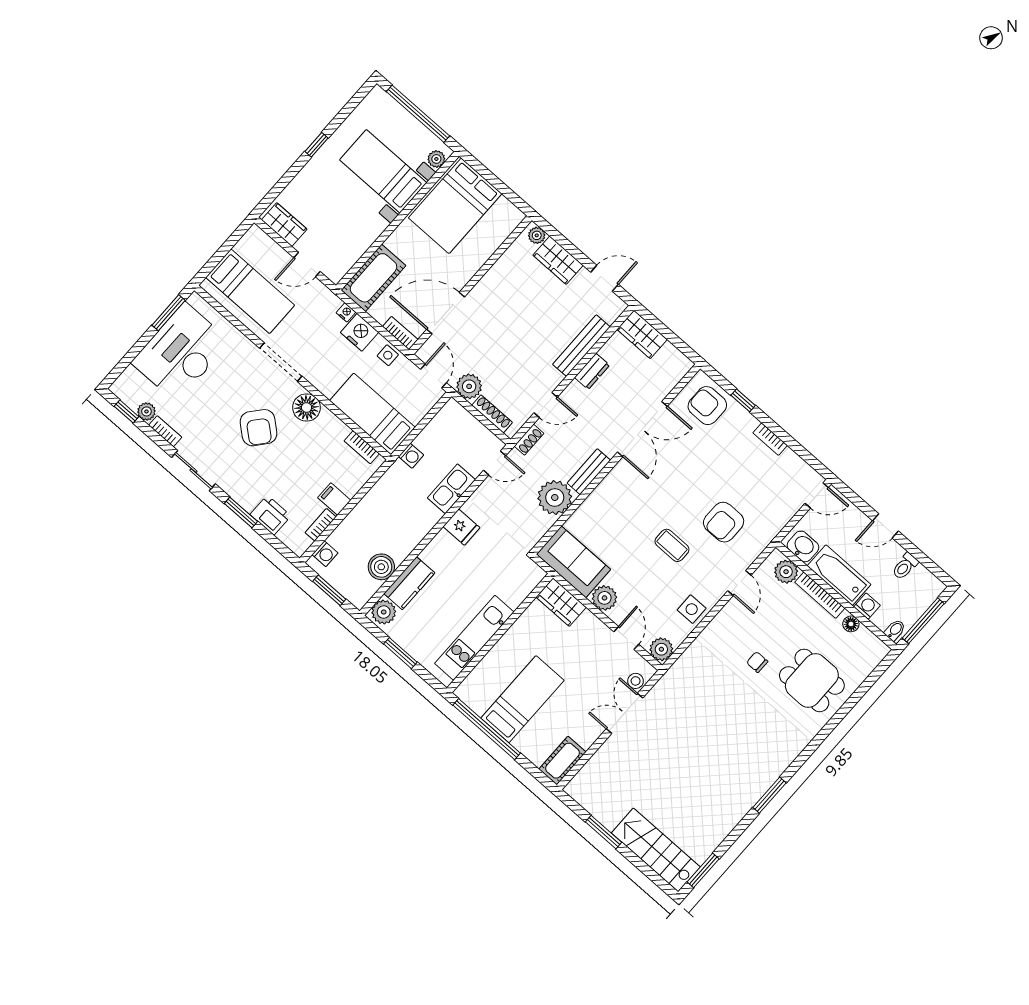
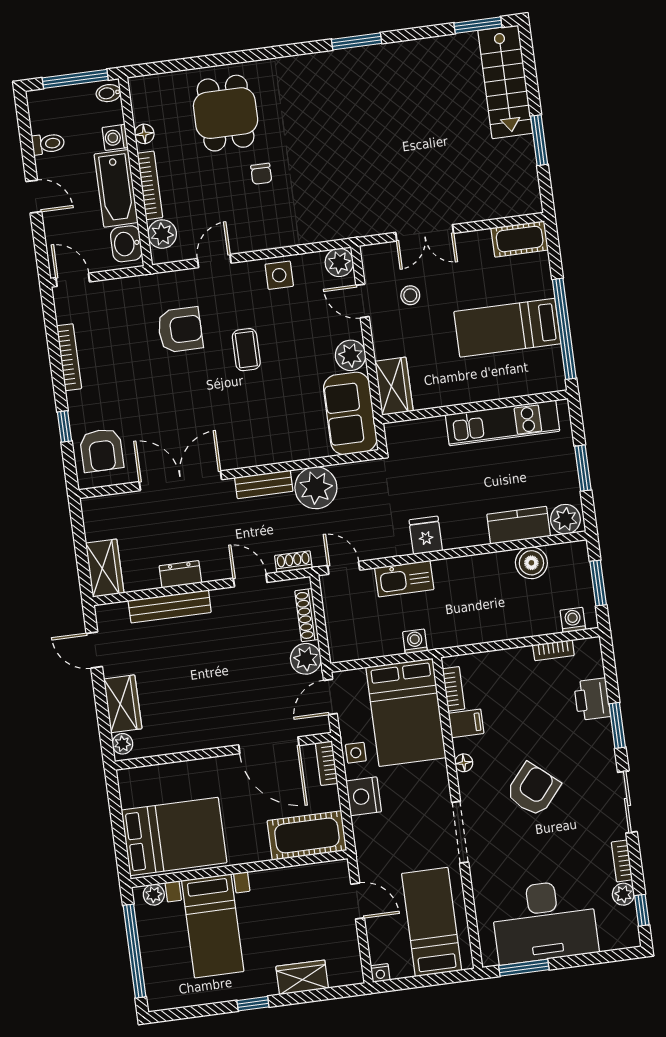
wardrobe: (284, 225) -> (302, 977), moved, turned 90
nightstand: (346, 312) -> (380, 973), moved, turned -90
floor lamp: (307, 408) -> (464, 763), width x0.53, depth x0.53
bed: (372, 414) -> (406, 712), width x1.50
bookcase: (770, 439) -> (69, 357), width x1.56
filing cabinet: (334, 499) -> (466, 723), moved, turned -90
door: (626, 638) -> (363, 301), hinge flipped
stool: (636, 681) -> (410, 295), moved

